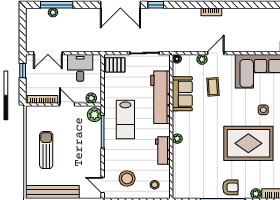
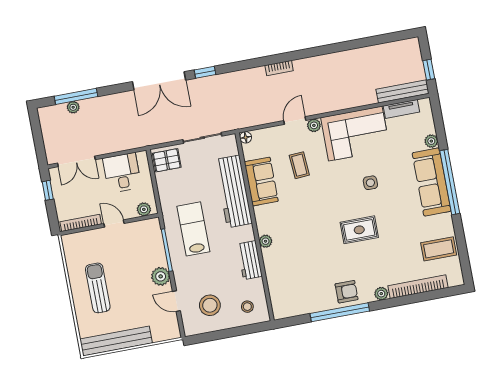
plant: (202, 59) -> (314, 125), moved
plant: (94, 115) -> (161, 276), moved
lab bench: (125, 120) -> (193, 229), turned 180
rug: (248, 143) -> (359, 230), width x0.54, depth x0.49
door: (103, 185) -> (176, 301), moved

